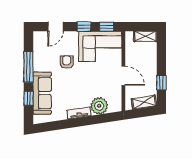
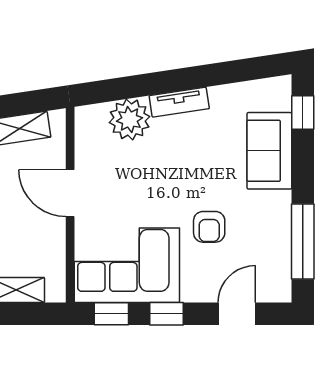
window: (29, 67) -> (303, 242), moved
sofa: (42, 93) -> (269, 151), width x0.73
window: (29, 98) -> (303, 112), moved

